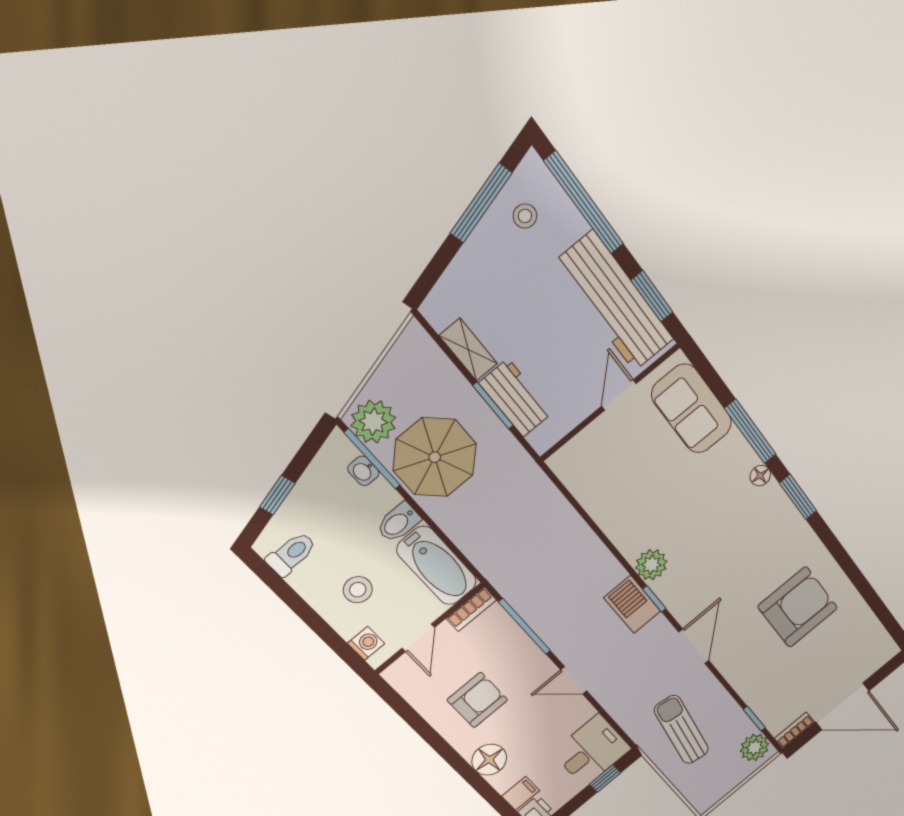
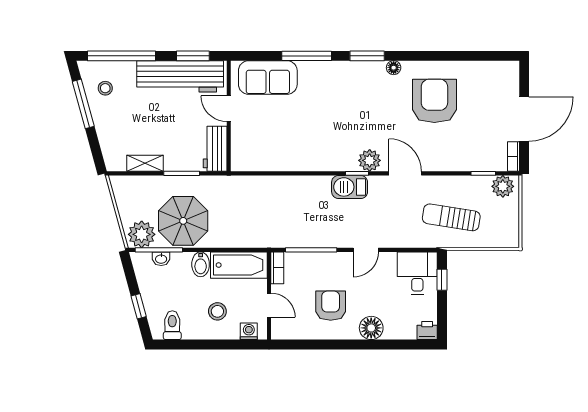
workbench: (516, 398) -> (215, 149), moved, turned -90
floor lamp: (760, 476) -> (394, 68), moved
plant: (651, 565) -> (370, 160), moved
filing cabinet: (521, 793) -> (407, 329), removed

